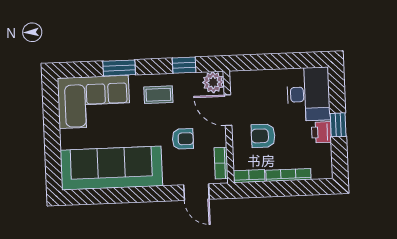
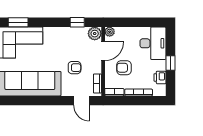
window: (119, 68) -> (18, 22), moved
plant: (237, 78) -> (110, 32), added
coffee table: (158, 95) -> (61, 40), removed
door: (228, 110) -> (103, 51), swing flipped
printer: (321, 132) -> (160, 77), moved

